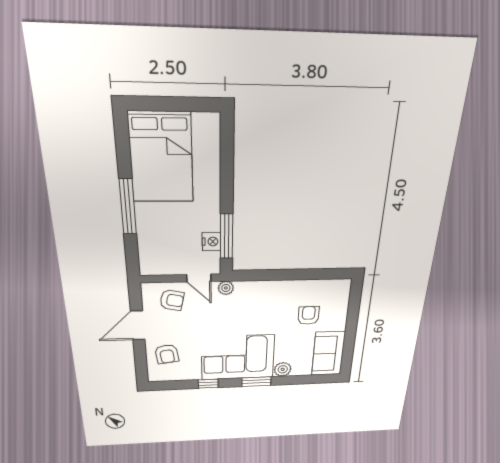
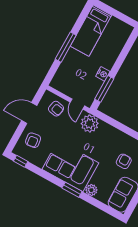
bed: (161, 158) -> (91, 31), width x0.67
nightstand: (211, 242) -> (103, 74), moved
plant: (226, 288) -> (90, 124), width x1.87, depth x1.87
window: (208, 384) -> (21, 161), moved

